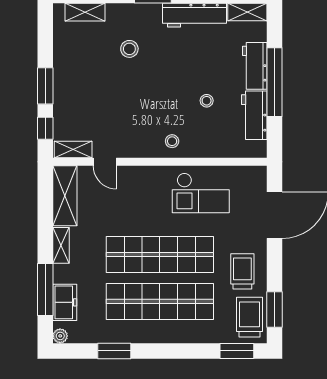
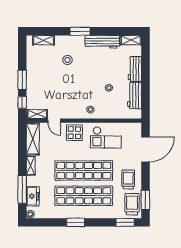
window: (274, 82) -> (145, 78), removed
display table: (142, 184) -> (74, 133), added
window: (114, 351) -> (76, 222), moved

